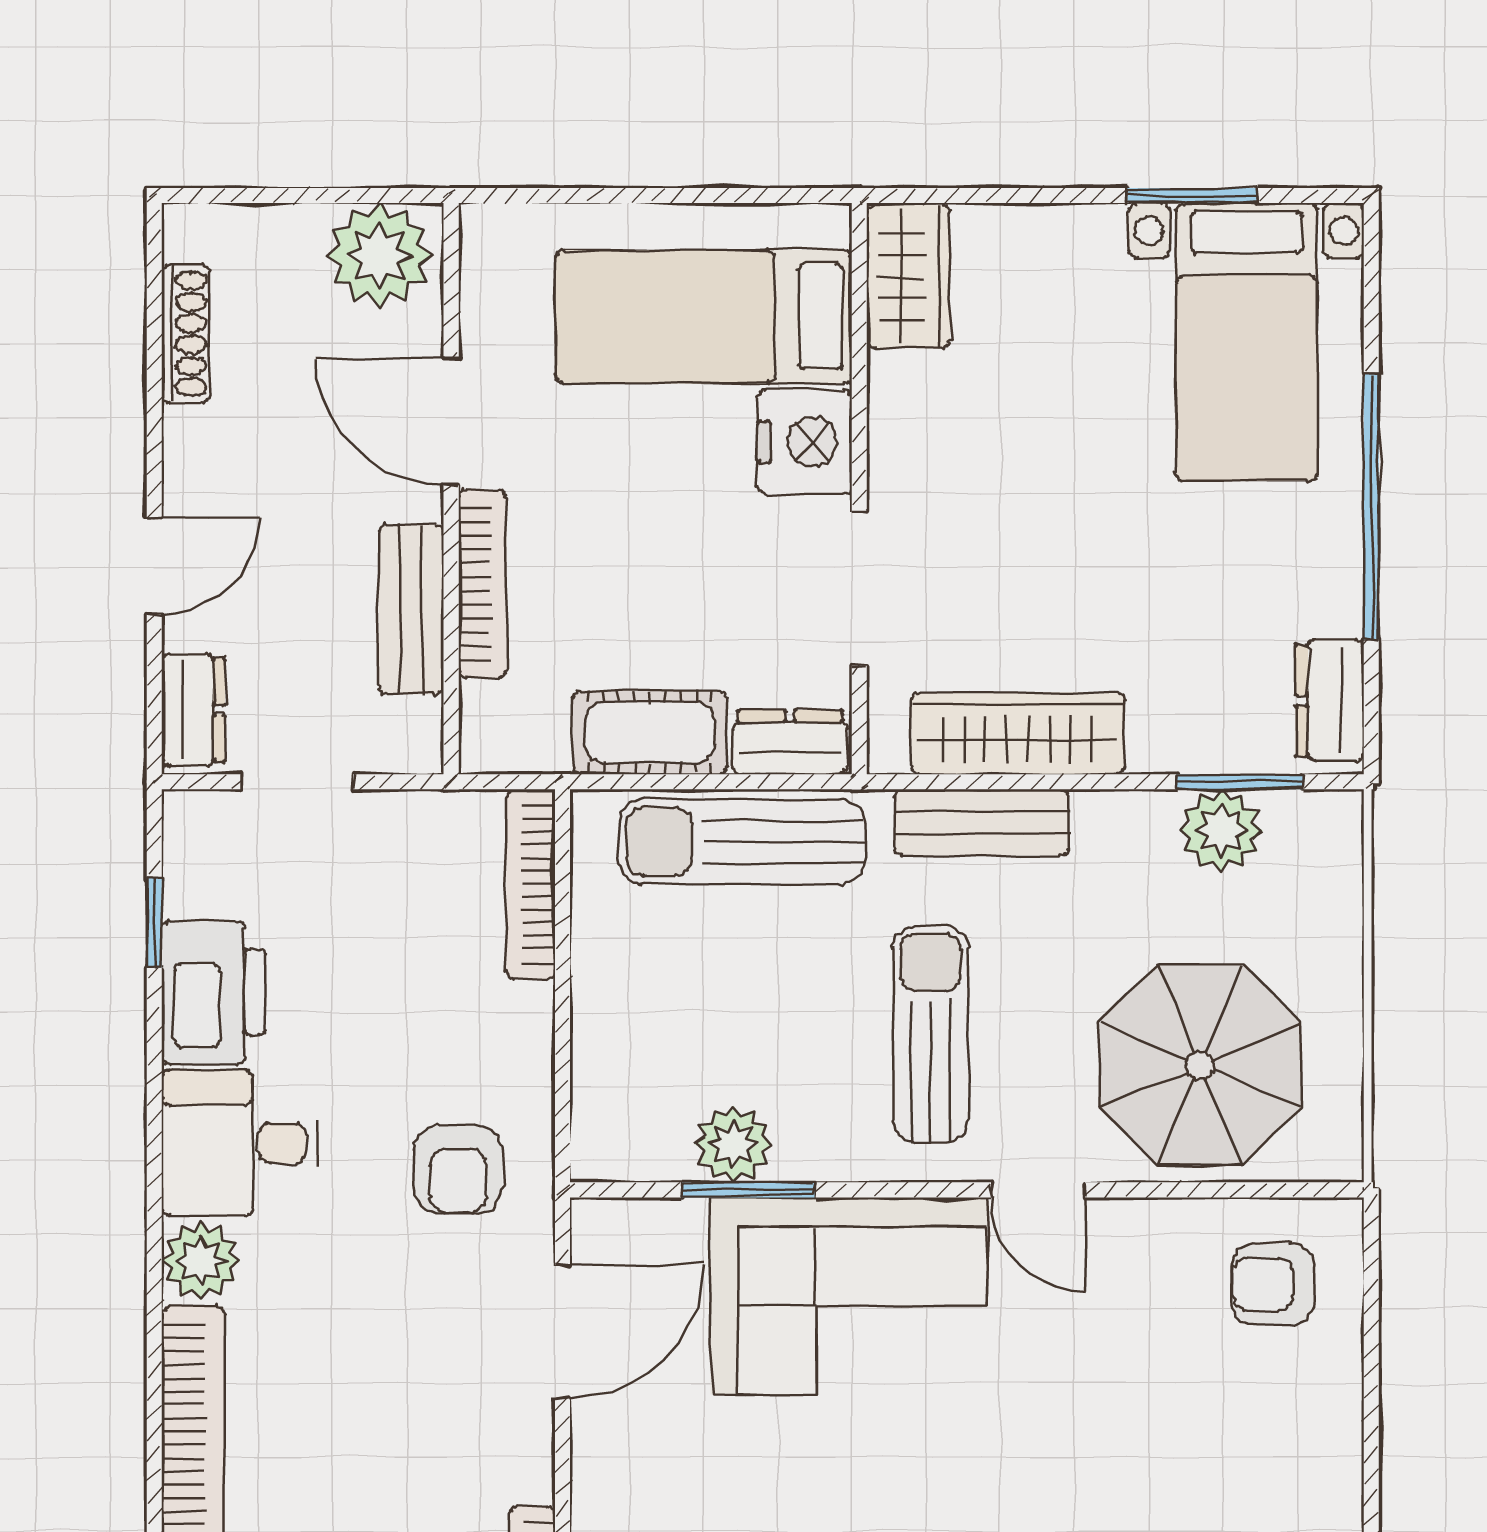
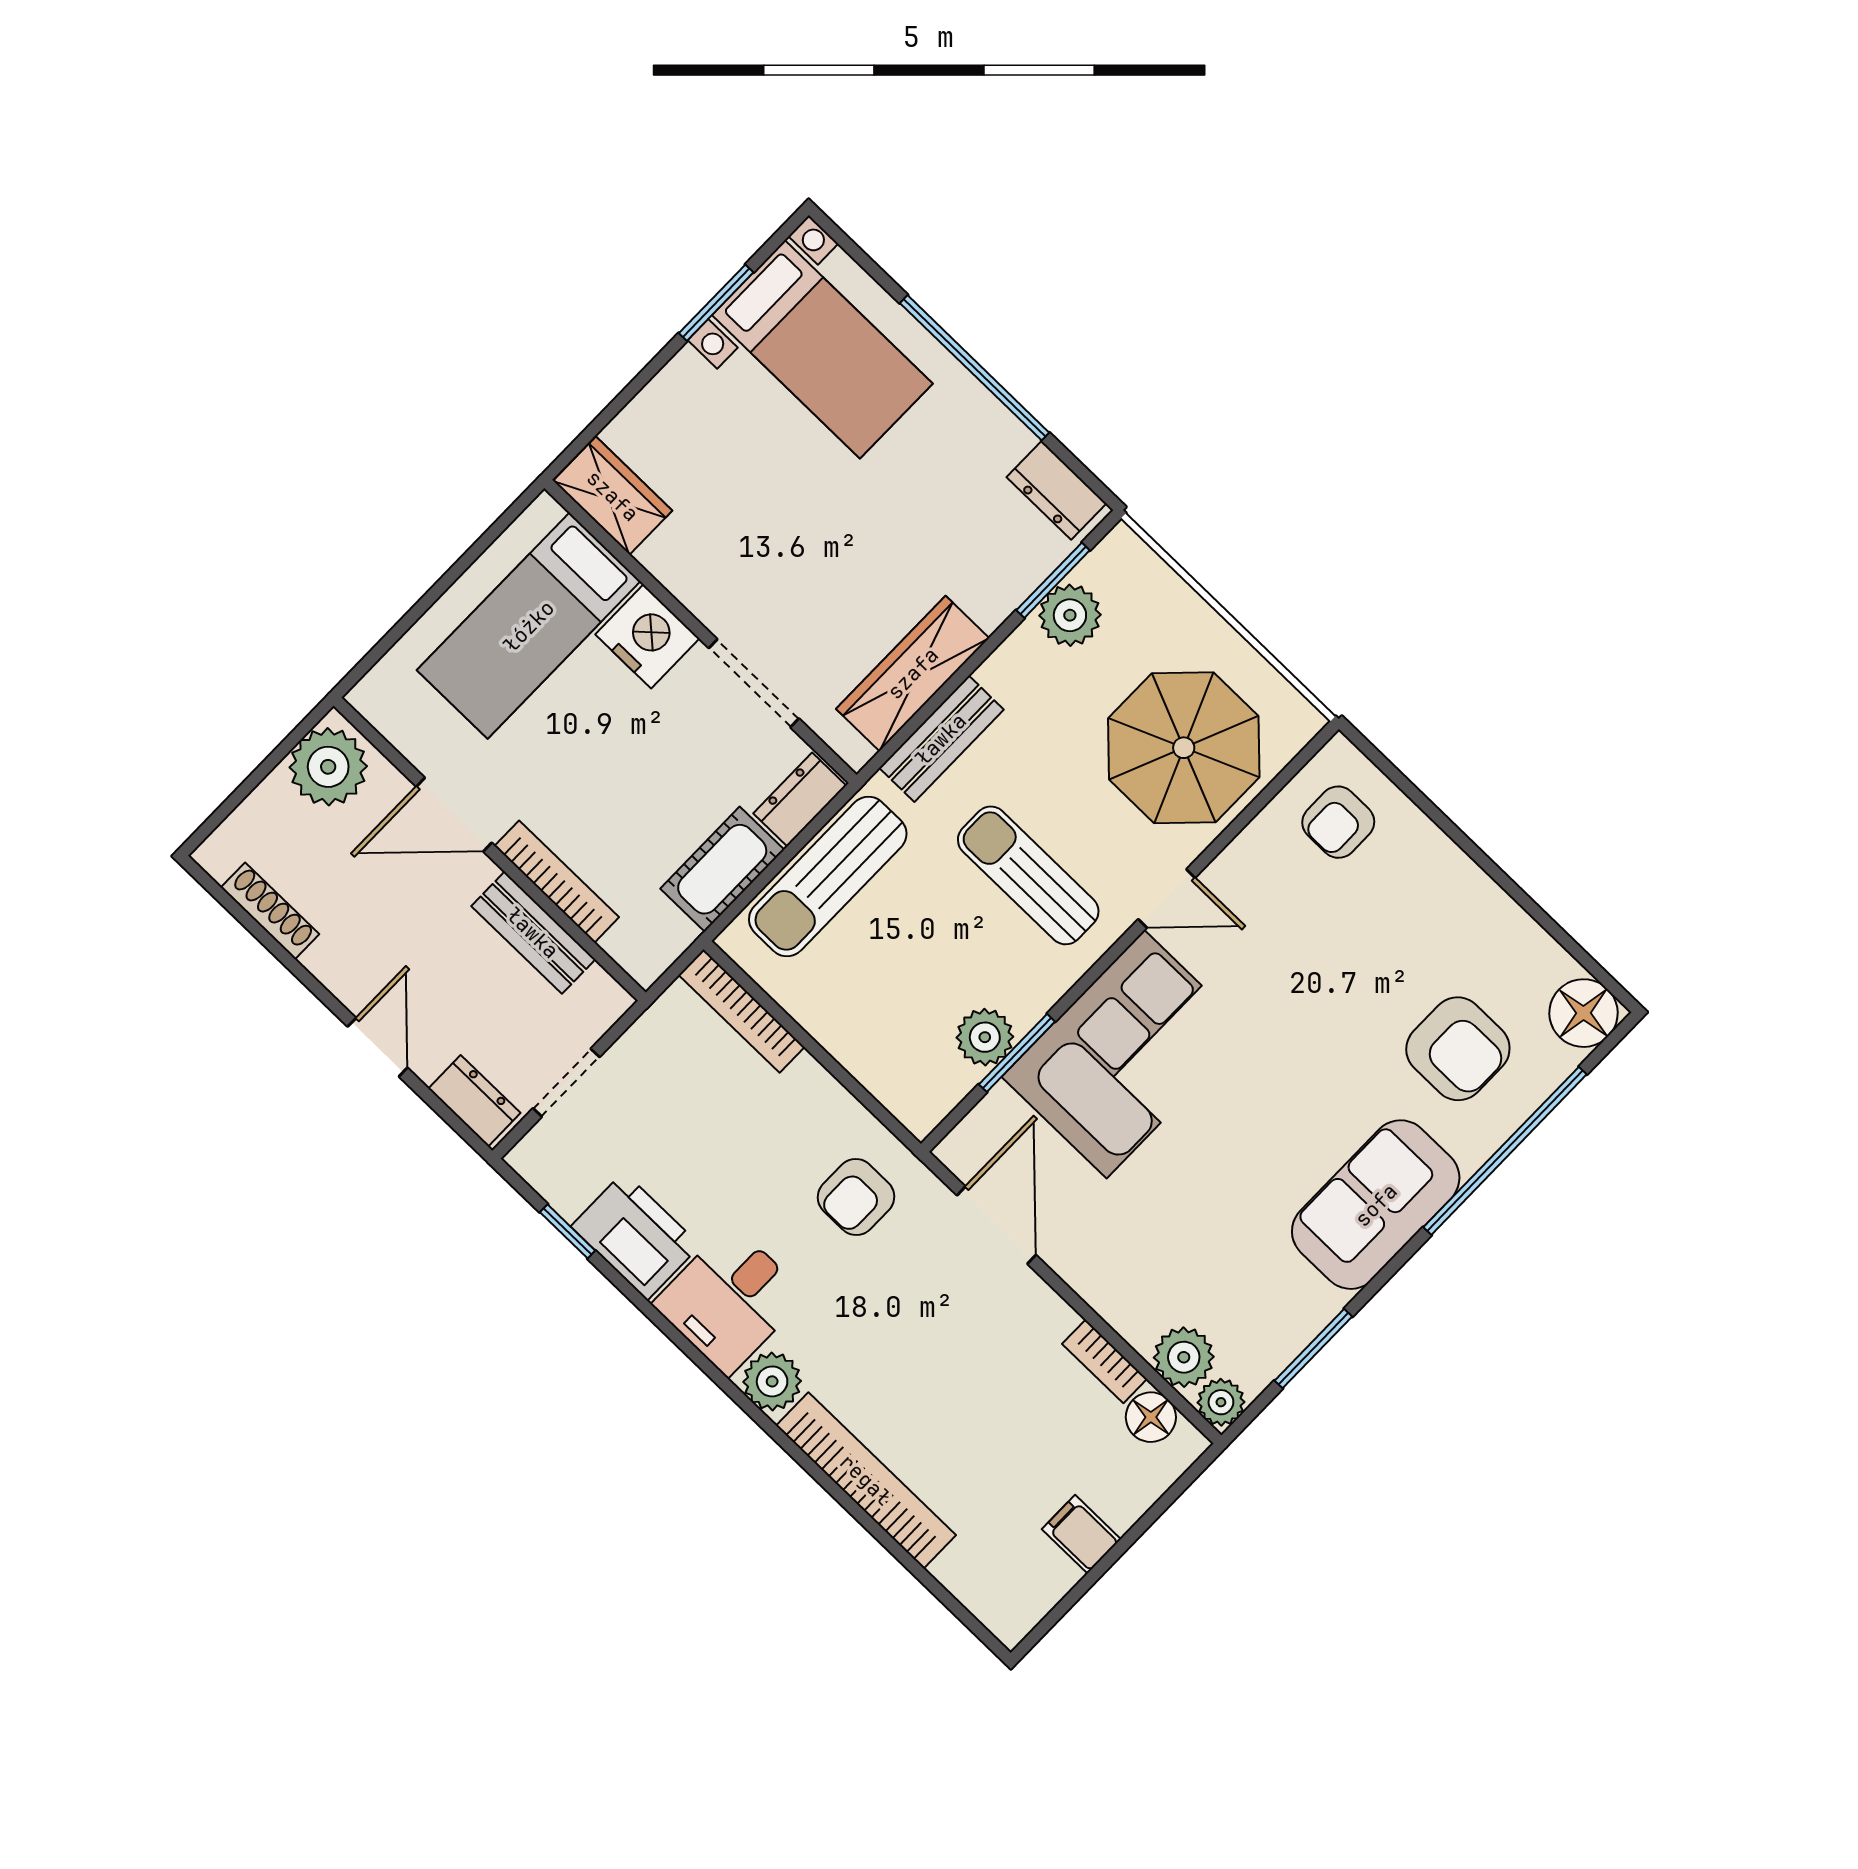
armchair: (458, 1169) -> (856, 1197), turned 90

